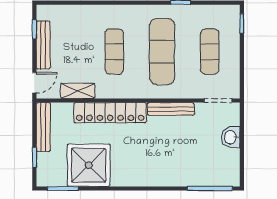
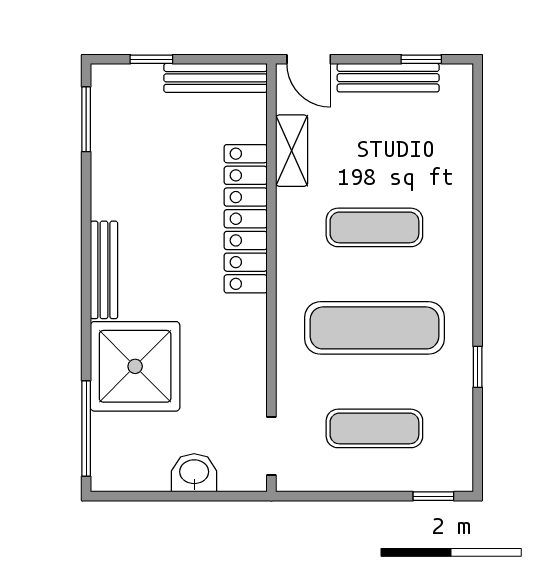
bench: (171, 109) -> (104, 270), moved
shower: (89, 165) -> (135, 366), moved

